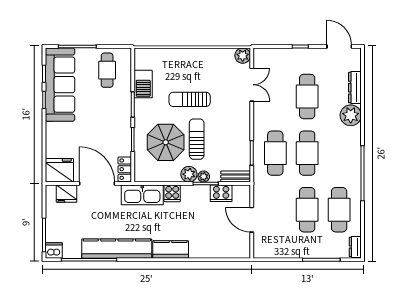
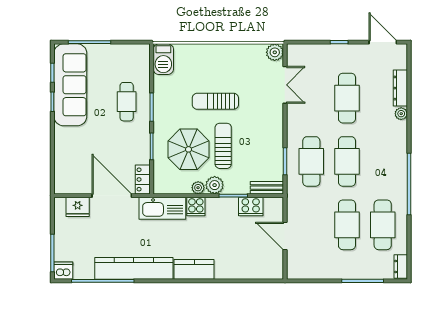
cafe table: (107, 70) -> (127, 102), moved
barbecue: (143, 84) -> (163, 59), moved
plant: (351, 115) -> (401, 114), width x0.53, depth x0.53
fridge: (59, 170) -> (70, 181), removed
plant: (204, 177) -> (198, 188), moved

